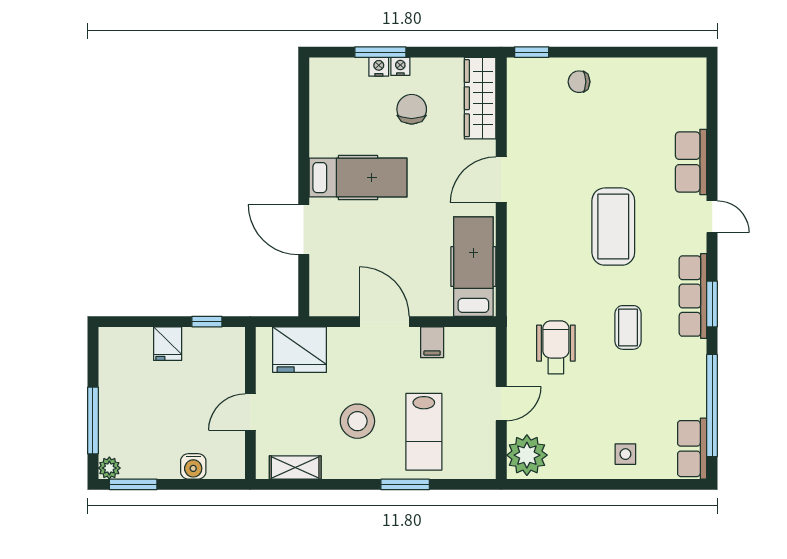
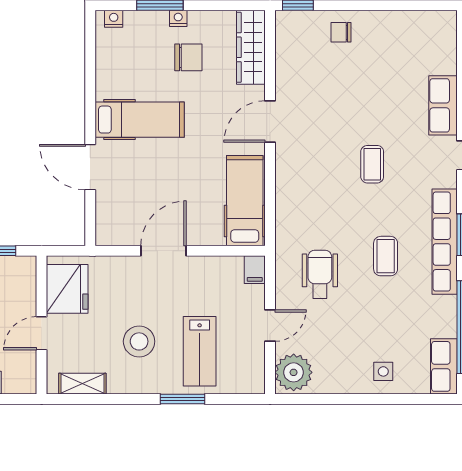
nightstand: (379, 67) -> (114, 19), moved
chair: (412, 109) -> (188, 57), turned 90
coffee table: (613, 227) -> (372, 164), width x0.54, depth x0.58
row of seats: (693, 296) -> (445, 242), width x1.36
door: (384, 322) -> (164, 251), hinge flipped
filing cabinet: (432, 342) -> (255, 270), moved
fridge: (300, 350) -> (67, 289), moved, turned -90

